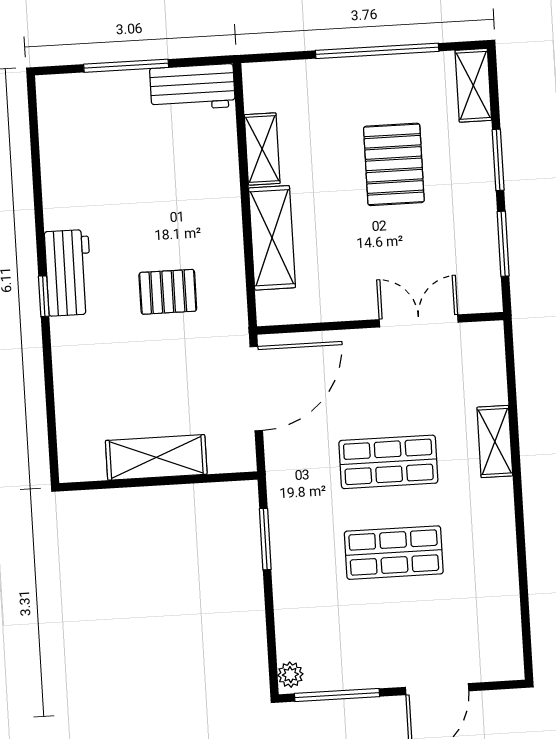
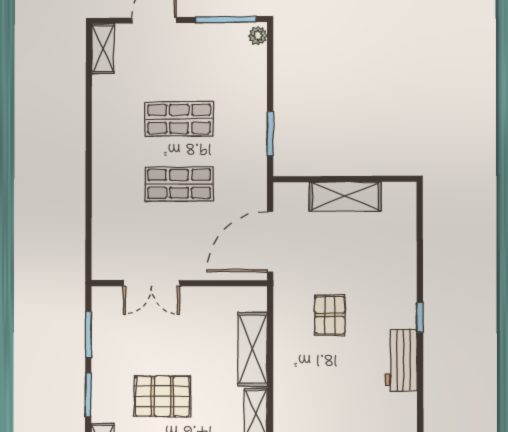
pallet: (394, 164) -> (162, 396), turned 90
workbench: (68, 273) -> (401, 360), moved
pallet: (168, 292) -> (330, 315), turned 90
shelving: (495, 441) -> (103, 49), moved

